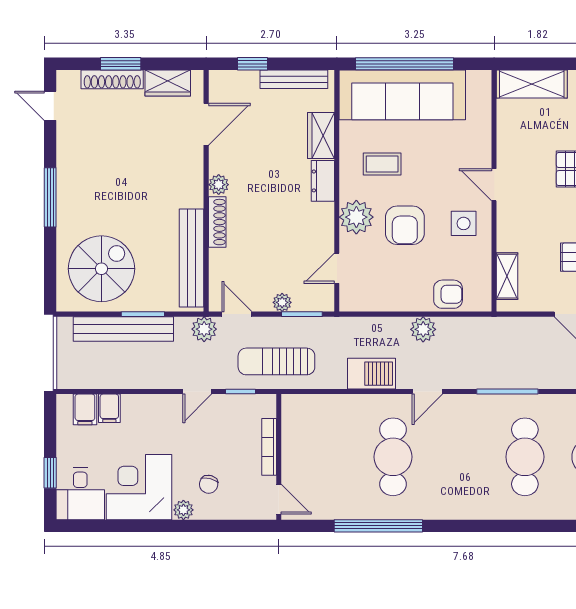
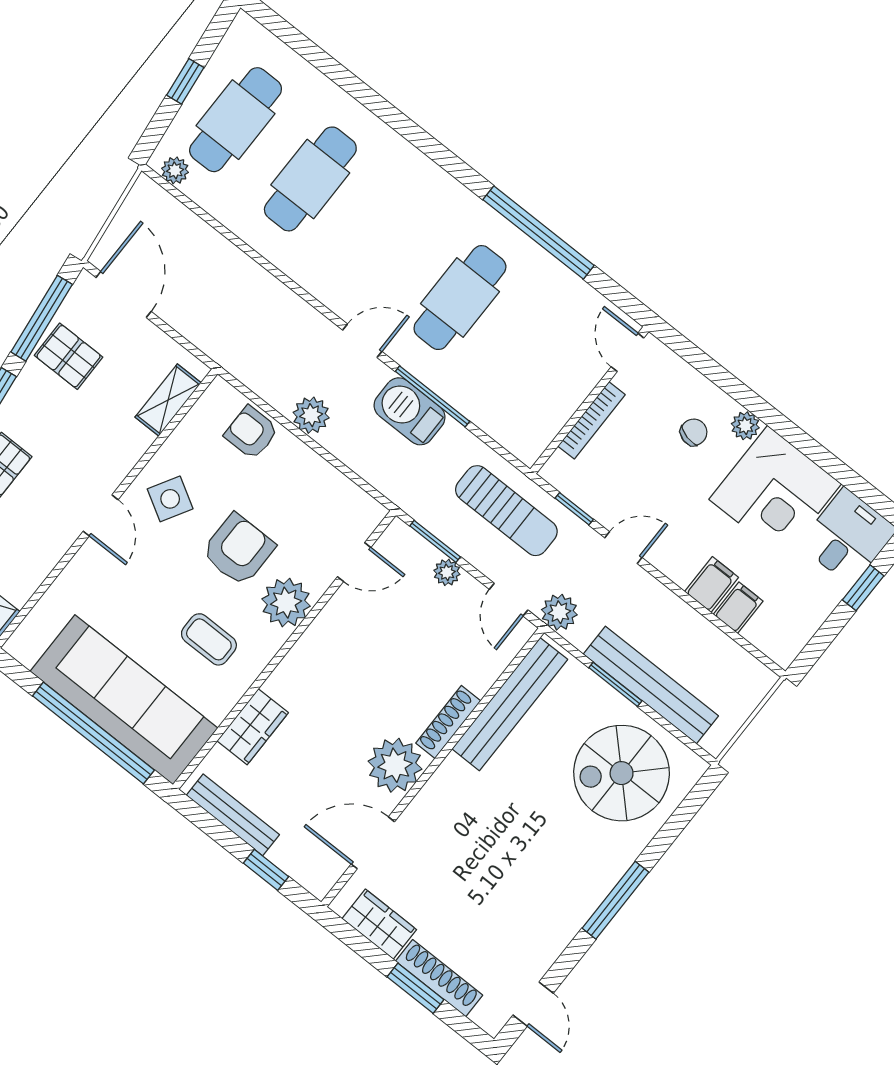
dresser: (323, 181) -> (292, 674), removed
plant: (219, 185) -> (395, 765), width x1.88, depth x1.88
side table: (464, 223) -> (170, 499), turned 30
window: (507, 392) -> (432, 396), moved
filing cabinet: (85, 409) -> (712, 585), moved

